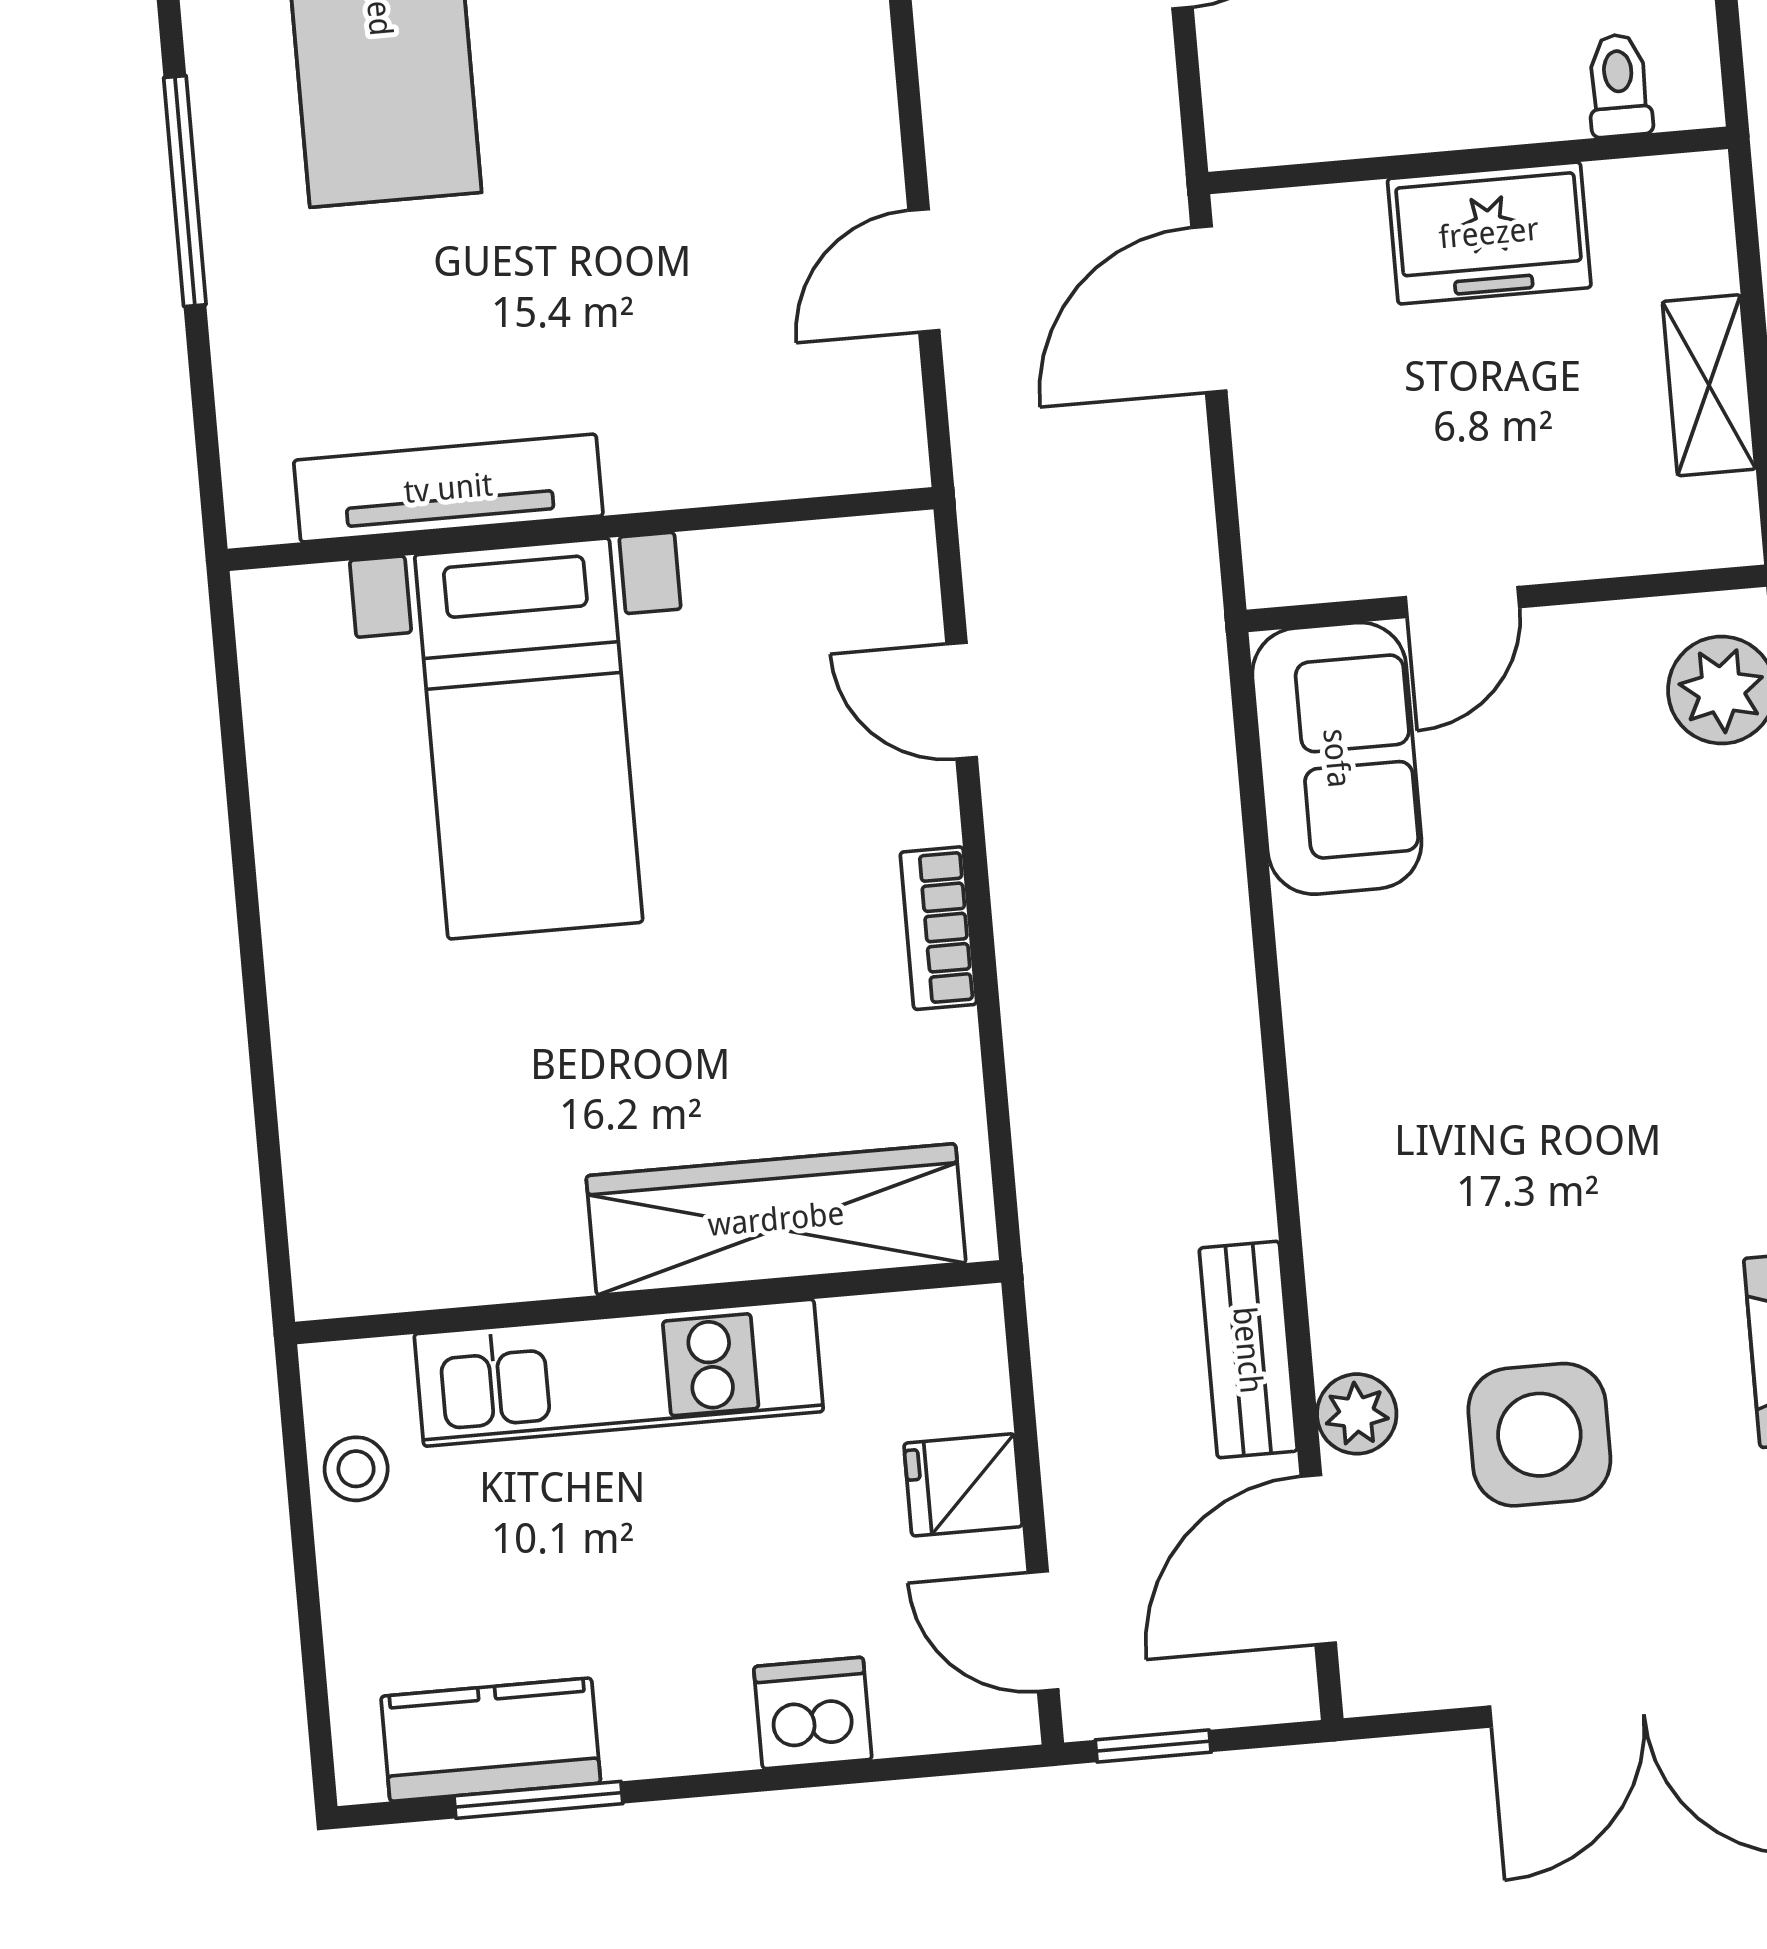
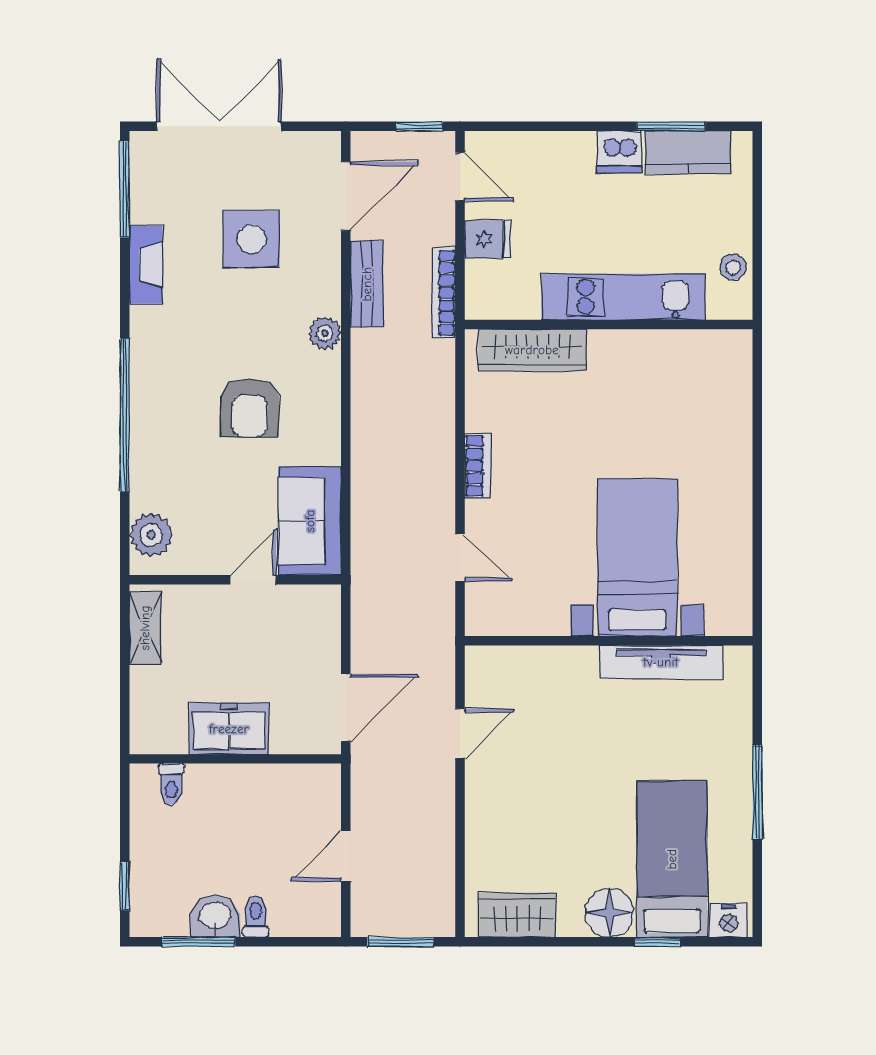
shelving: (1709, 385) -> (145, 628), moved
armchair: (1508, 1021) -> (250, 408), added
wardrobe: (776, 1219) -> (532, 350), width x0.71, depth x0.85
bookcase: (1058, 1345) -> (444, 293), added
plant: (1357, 1414) -> (325, 333), moved
dishwasher: (813, 1713) -> (620, 152), moved

